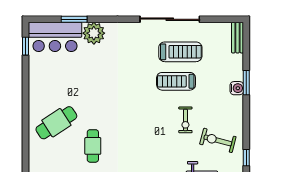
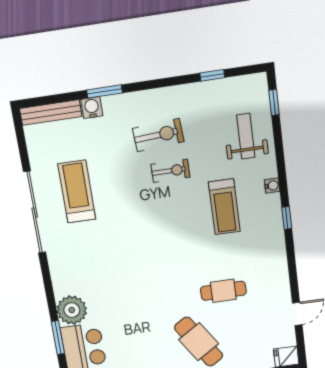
bench: (238, 38) -> (51, 113), width x1.36
treadmill: (176, 81) -> (224, 207), moved
water cooler: (237, 88) -> (92, 108), moved
exercise bike: (218, 140) -> (158, 135), moved, turned -109

